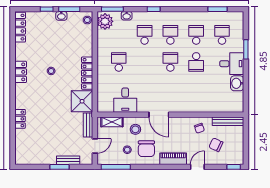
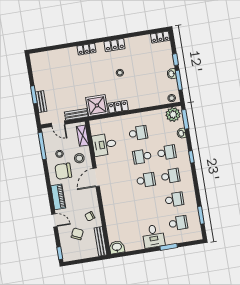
locker: (20, 27) -> (160, 37), width x0.66
school desk: (196, 62) -> (142, 156), moved
locker: (87, 73) -> (118, 107), width x0.66
washbasin: (237, 83) -> (117, 247), moved
locker: (20, 119) -> (87, 49), moved

